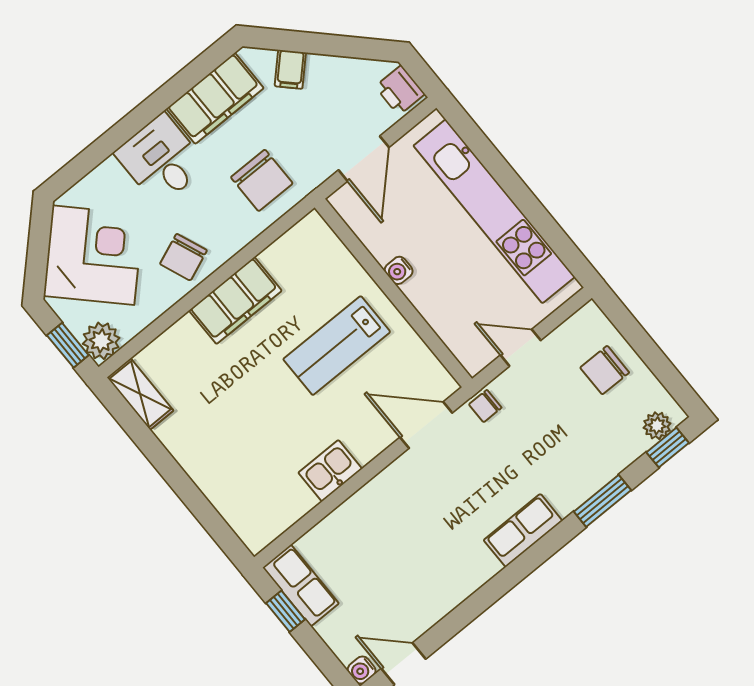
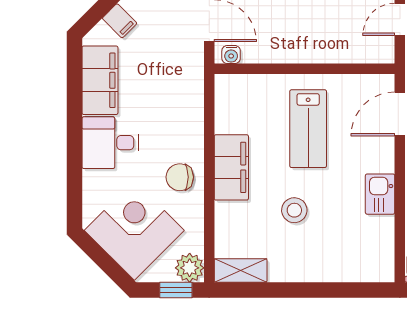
chair: (262, 180) -> (172, 92), removed
chair: (183, 257) -> (180, 177), turned 112
water cooler: (399, 270) -> (231, 55), moved
stool: (244, 398) -> (294, 210), added

